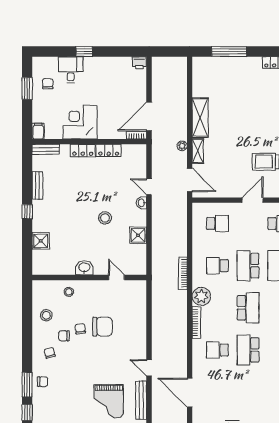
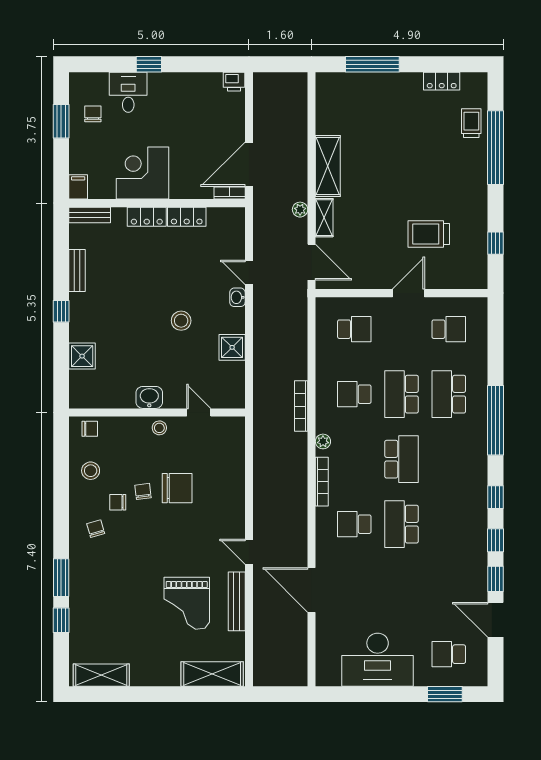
stool: (69, 292) -> (159, 428), moved
plant: (201, 296) -> (323, 441), width x0.53, depth x0.53
chair: (43, 382) -> (90, 429), moved

